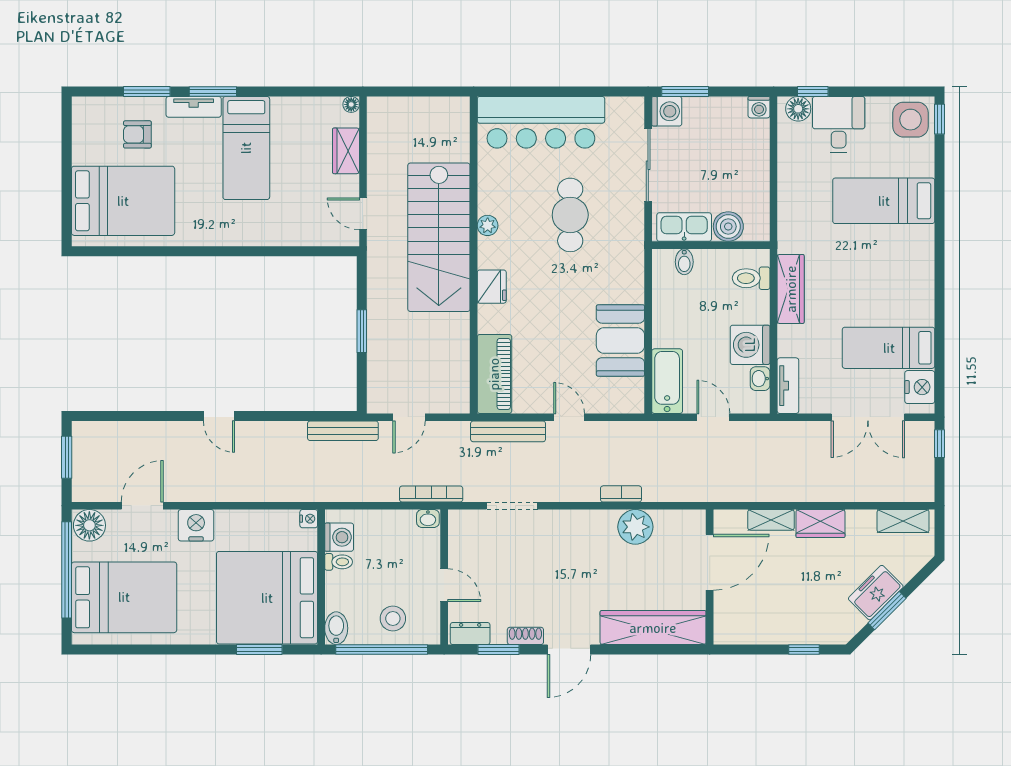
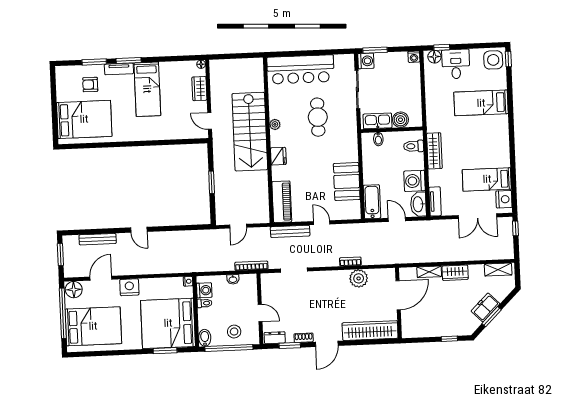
washbasin: (760, 379) -> (418, 204), width x1.91, depth x1.45
bench: (343, 431) -> (98, 239), moved
washbasin: (428, 519) -> (233, 279), moved

